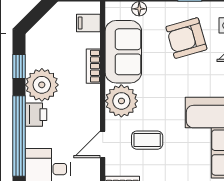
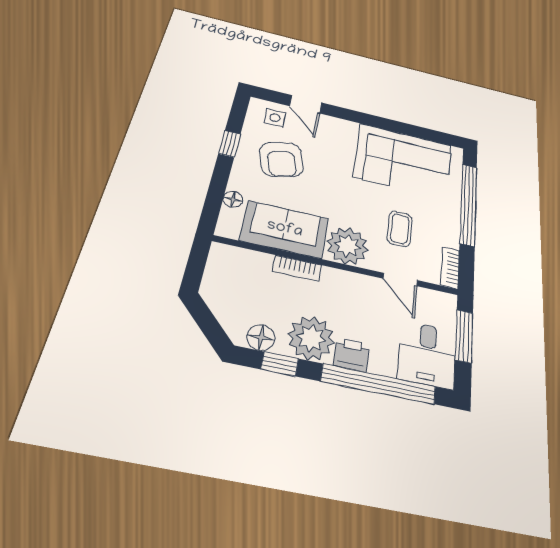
filing cabinet: (88, 23) -> (237, 261), removed
floor lamp: (35, 51) -> (261, 338), added

